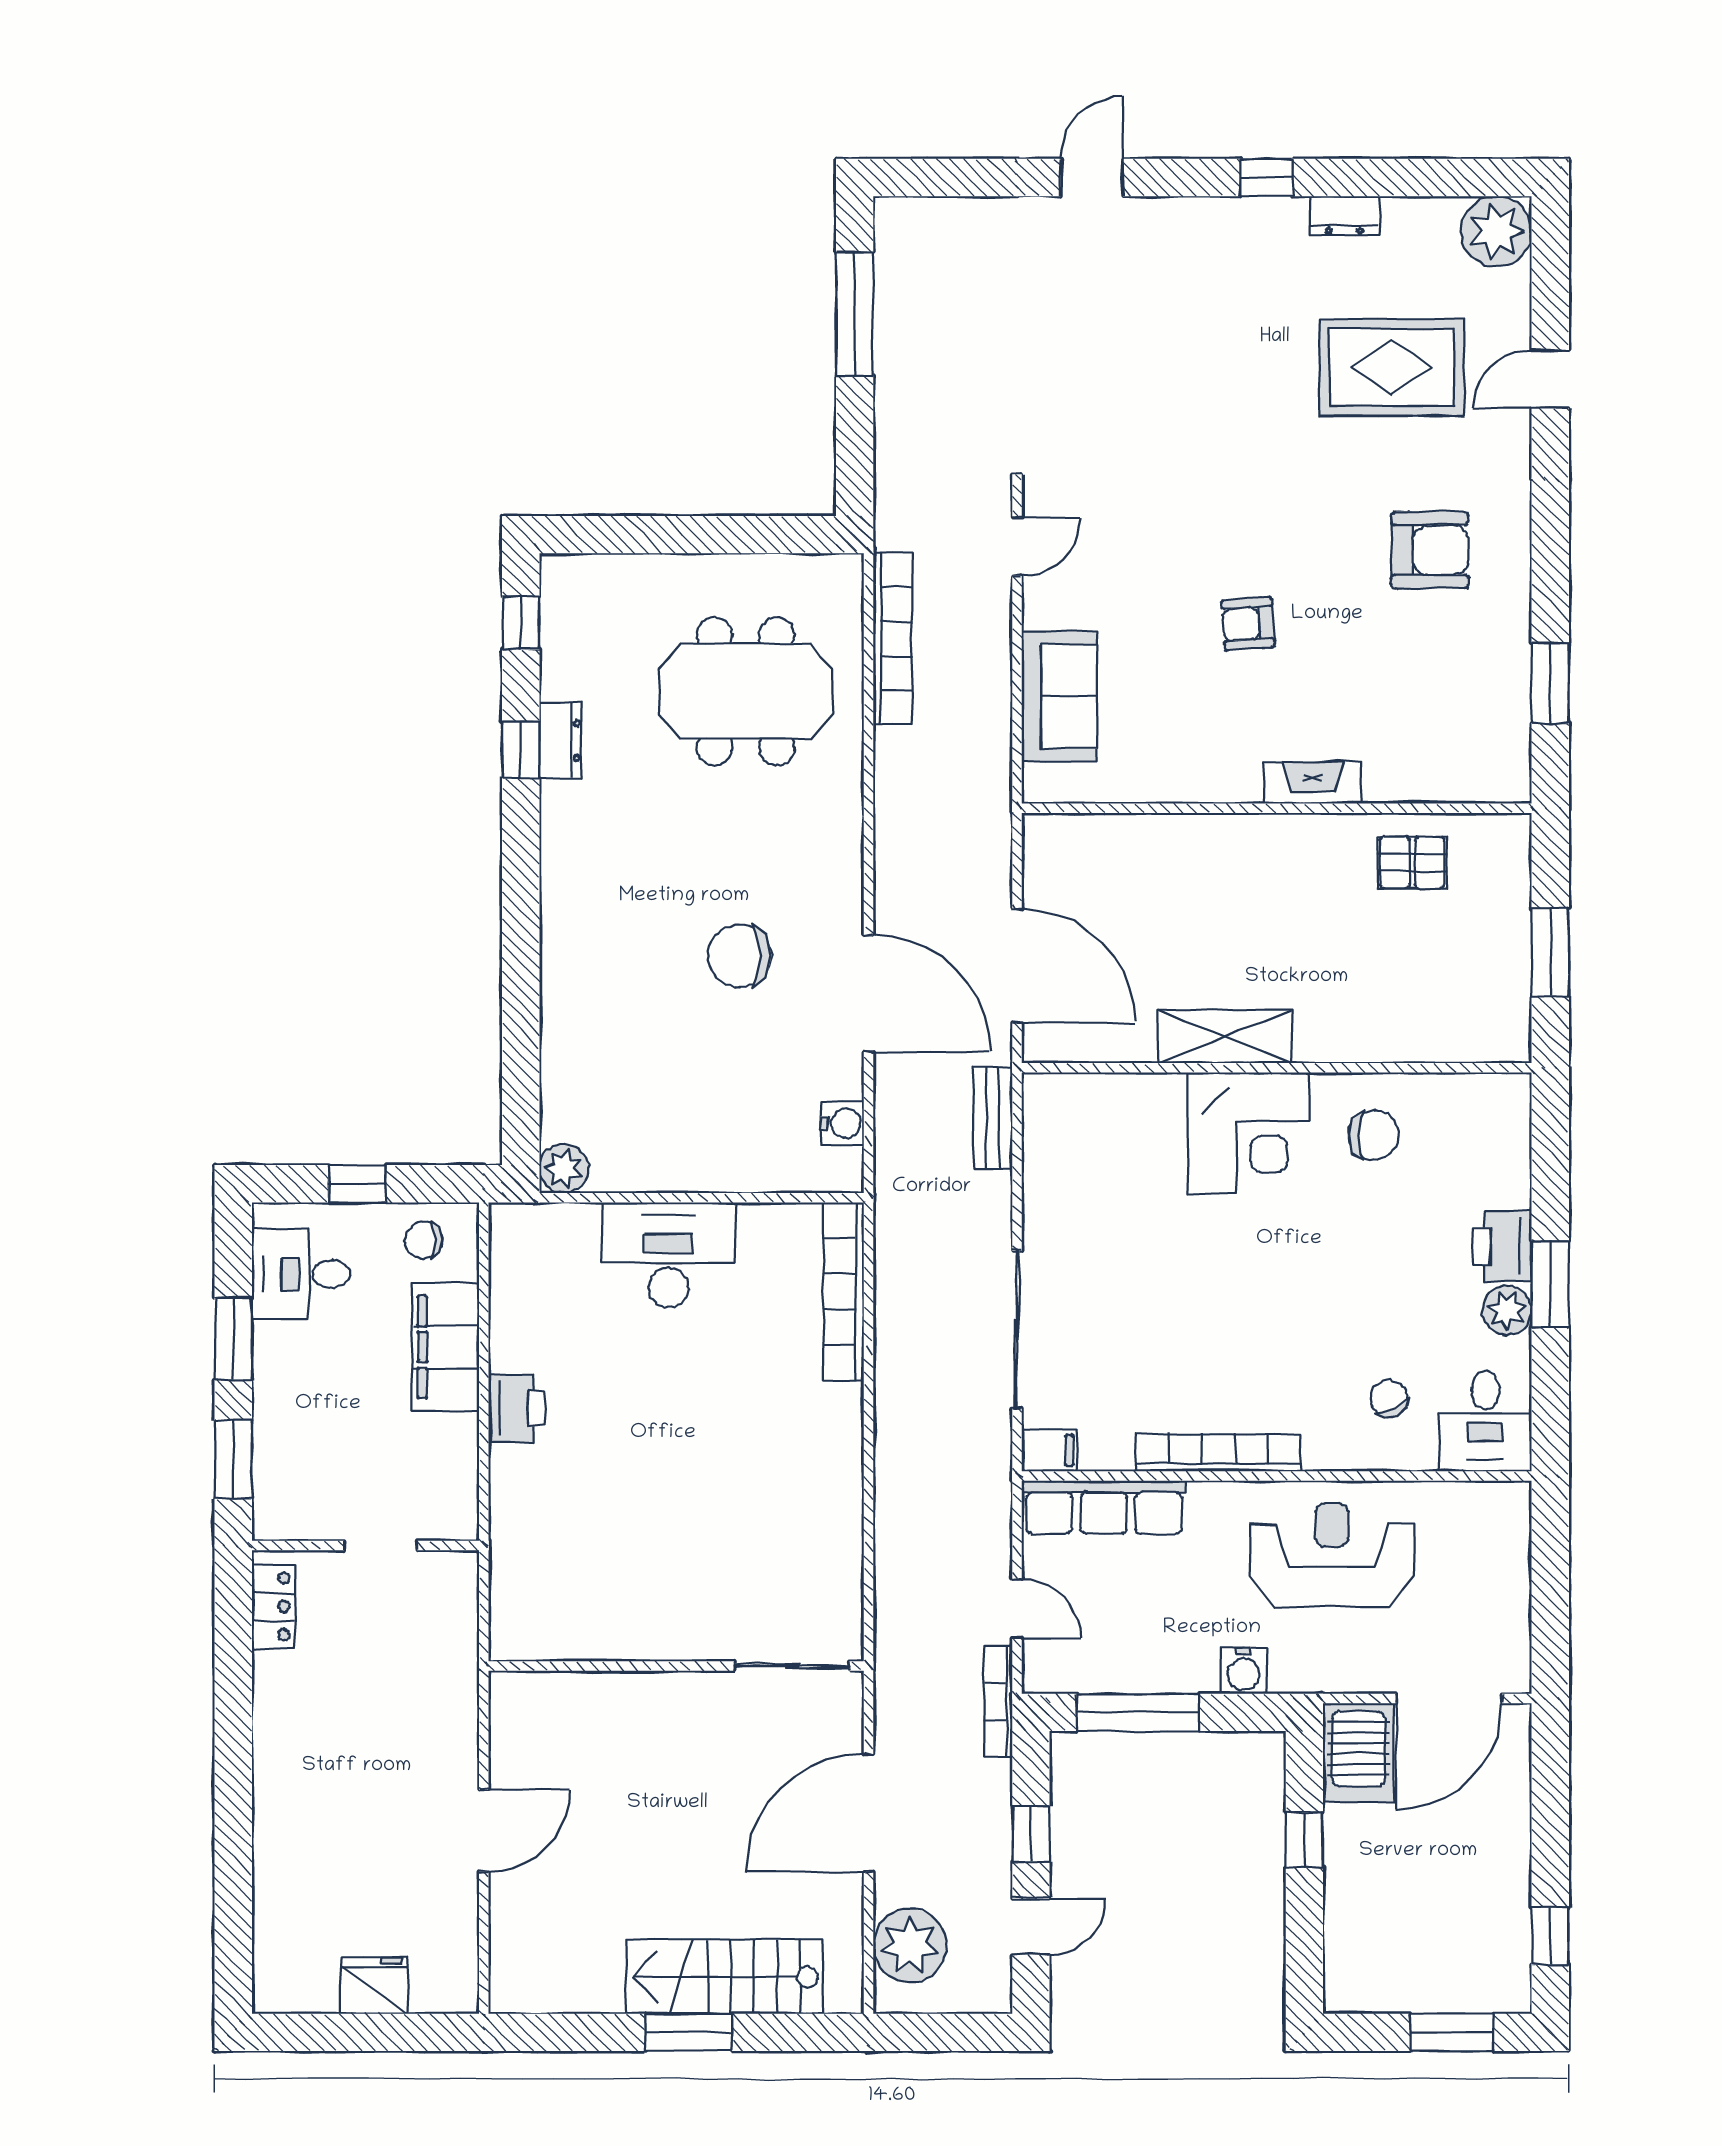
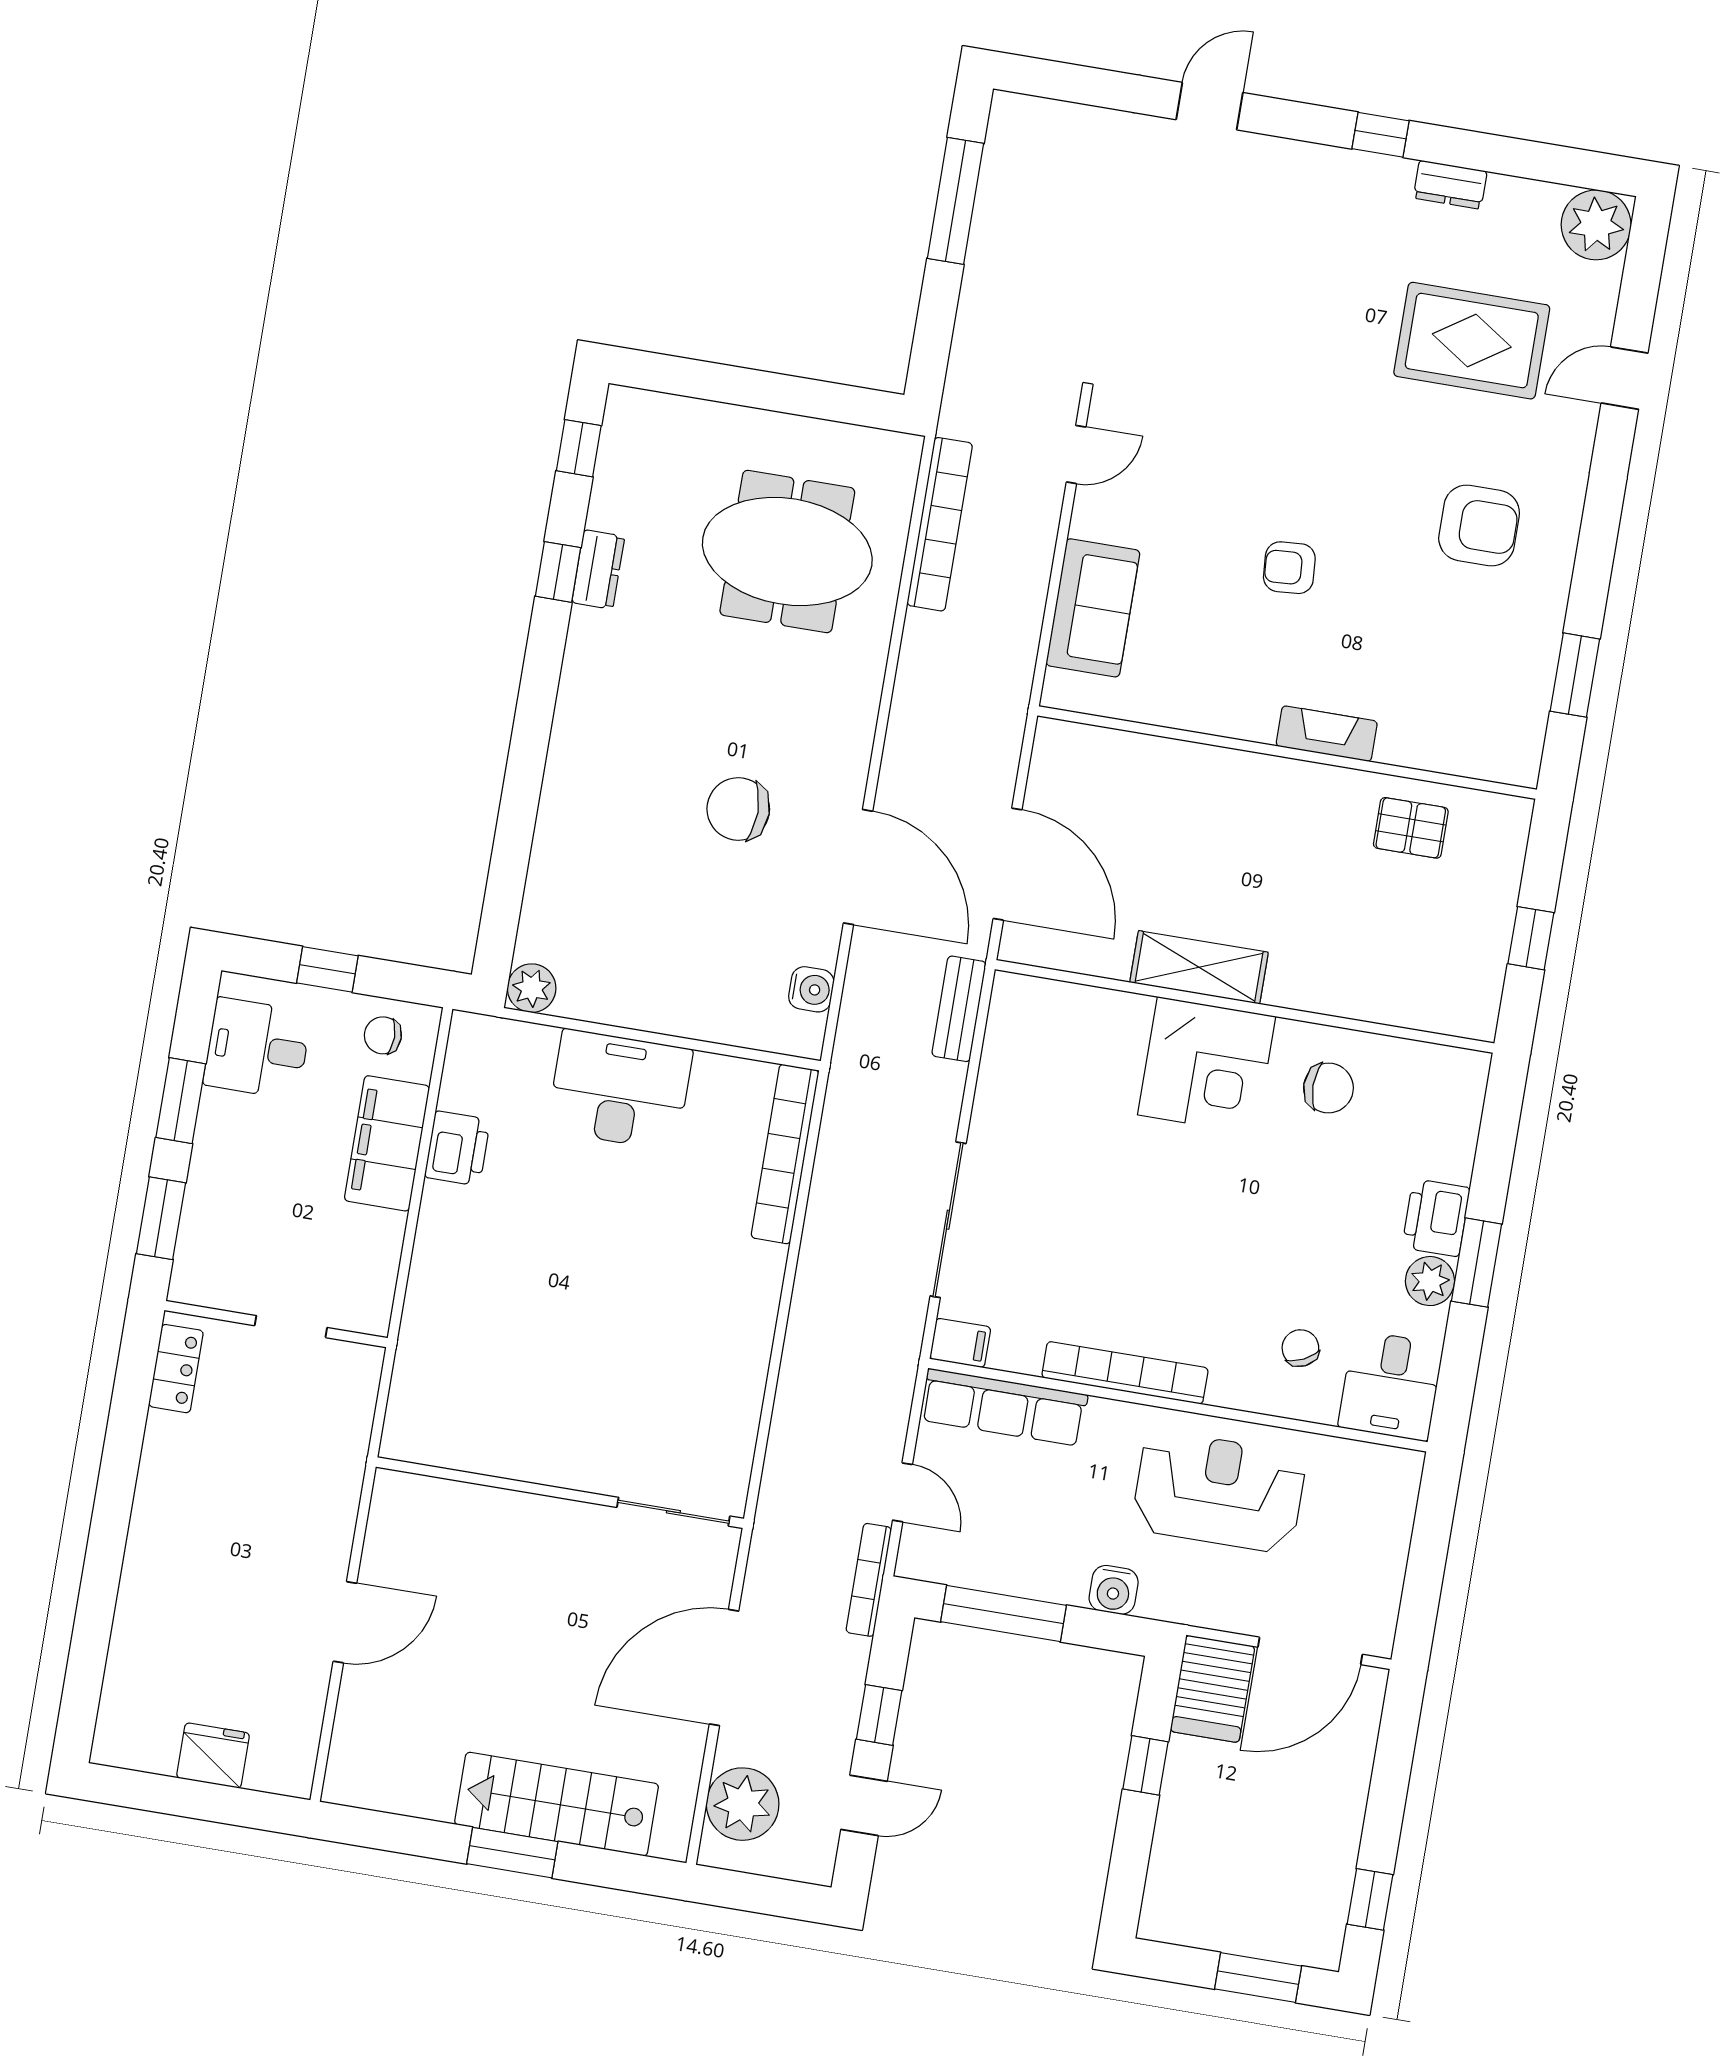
window: (1550, 952) -> (1531, 938), width x0.67
printer: (517, 1408) -> (457, 1148), moved

